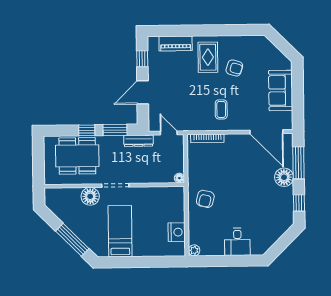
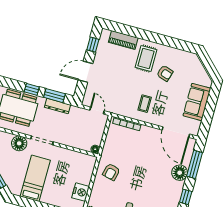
dresser: (138, 141) -> (58, 106), moved

